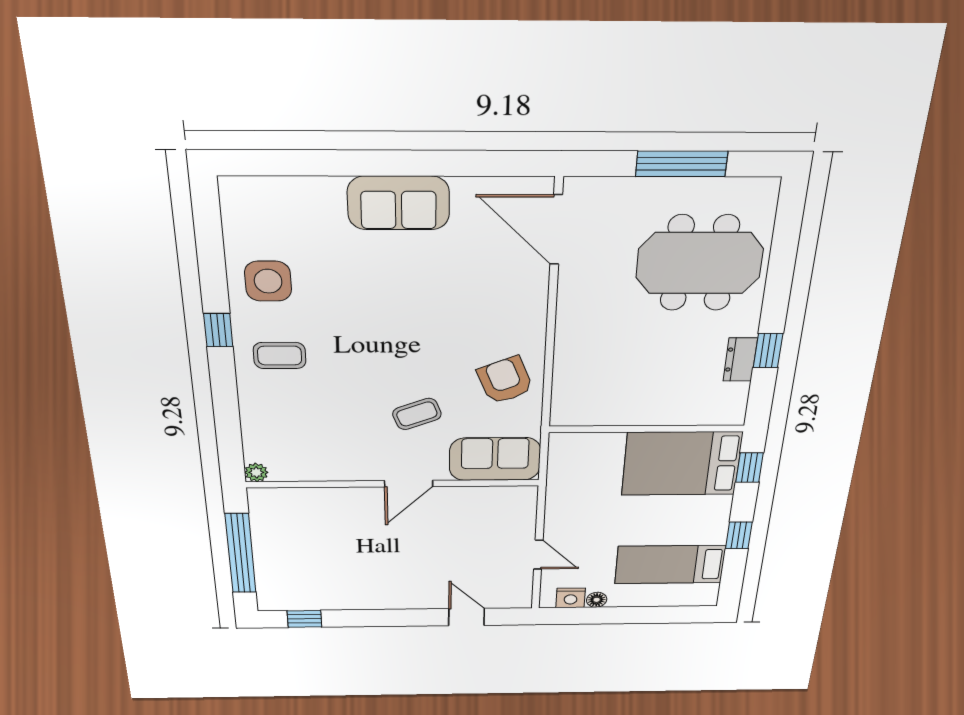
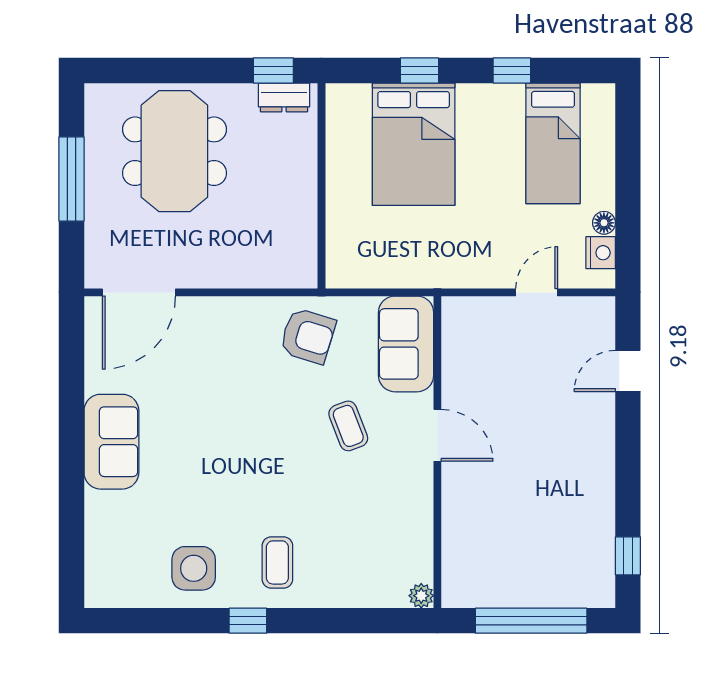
armchair: (505, 380) -> (308, 336), turned -141
wall: (647, 429) -> (322, 186), moved

